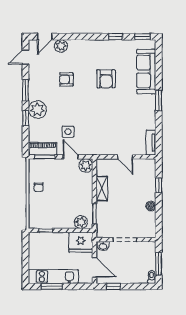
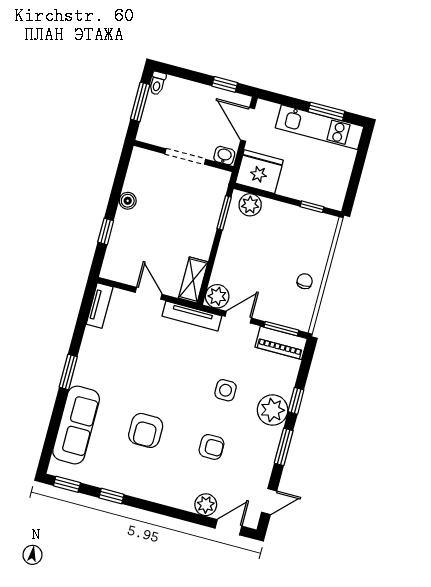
armchair: (106, 79) -> (146, 430), turned 180
side table: (68, 132) -> (226, 390), moved
tv unit: (97, 151) -> (192, 316), added
door: (71, 157) -> (238, 317), swing flipped
shelving: (102, 189) -> (193, 280), moved

